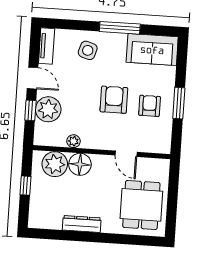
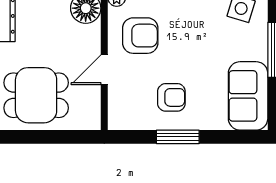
armchair: (114, 100) -> (140, 36), moved

